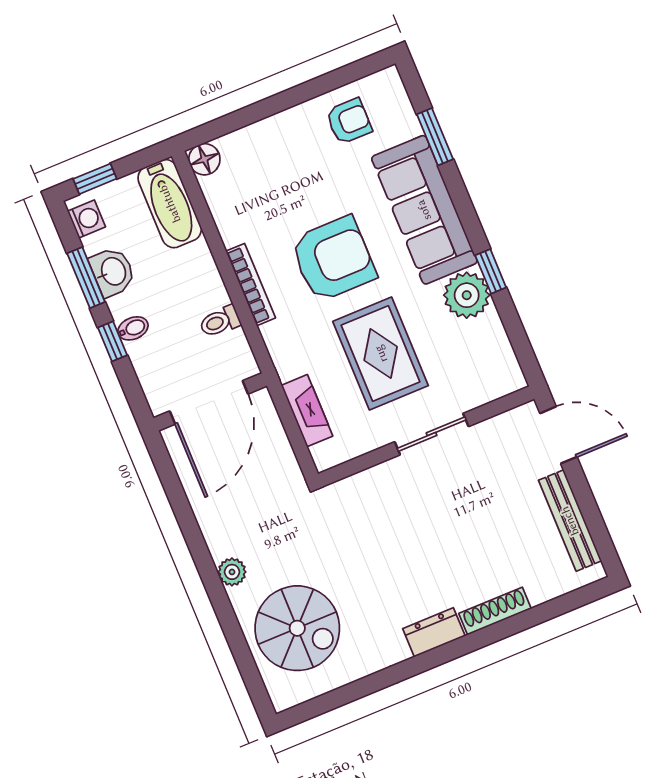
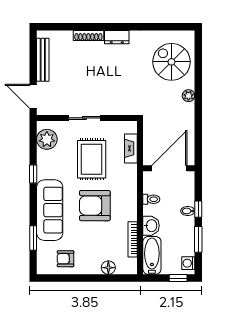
floor lamp: (204, 159) -> (108, 268), moved
washbasin: (113, 272) -> (151, 226), moved, turned 180
bookcase: (251, 285) -> (133, 239), moved
plant: (467, 295) -> (47, 139), moved

